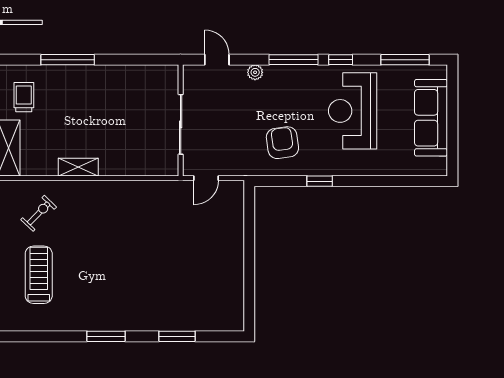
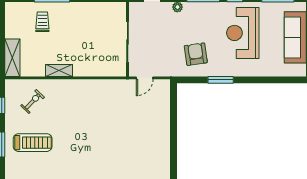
trolley: (24, 97) -> (42, 22), moved
window: (320, 181) -> (221, 80), width x1.50
treadmill: (39, 275) -> (33, 143), turned 90

